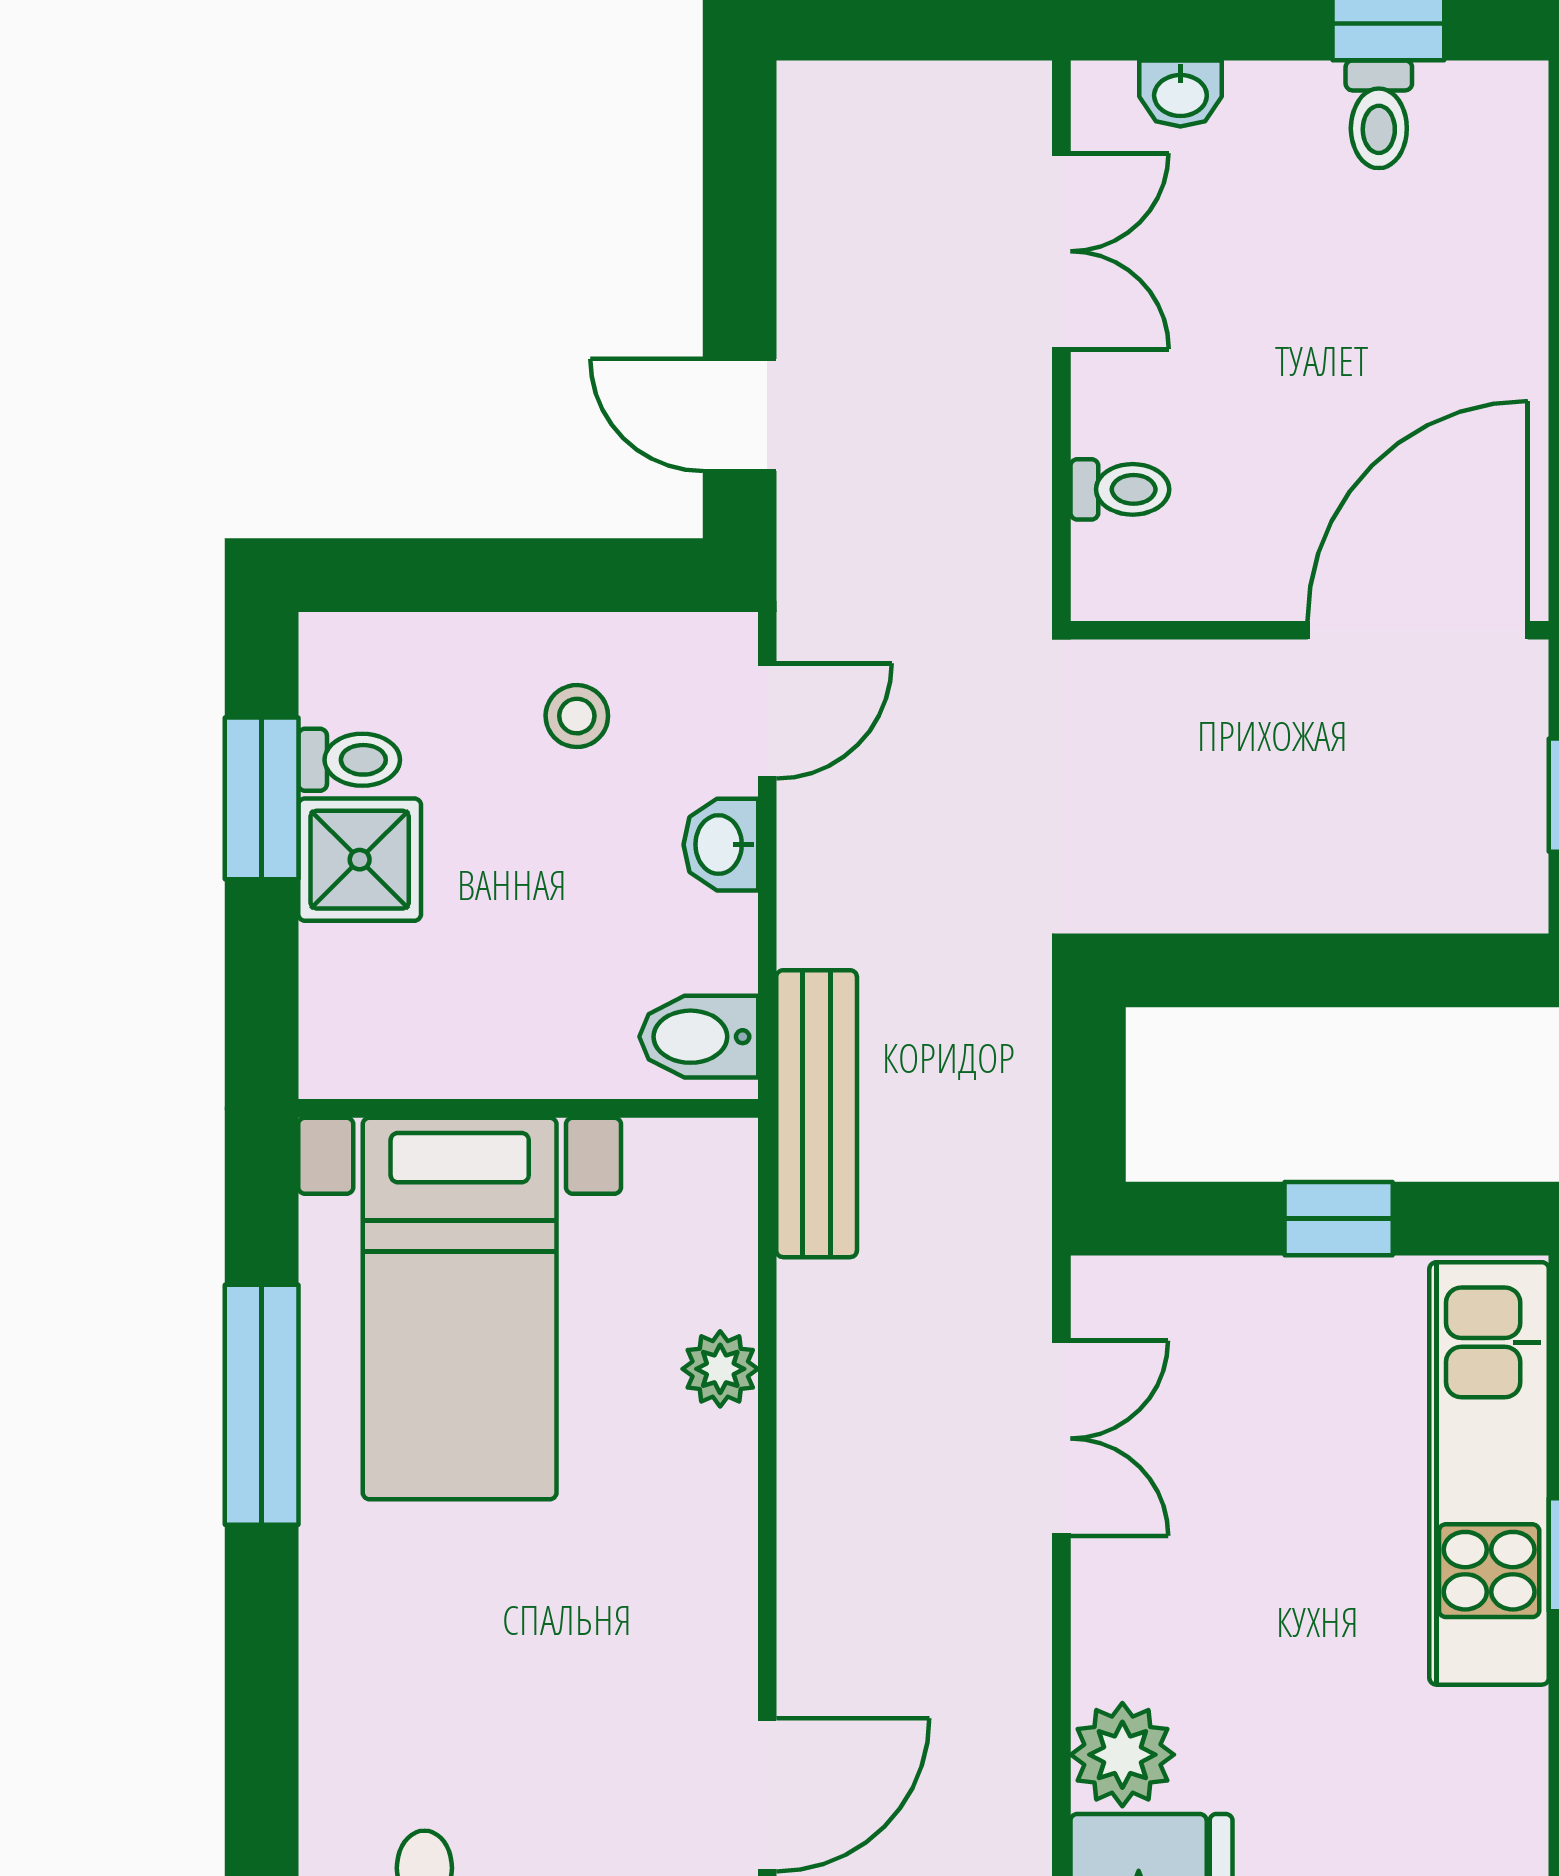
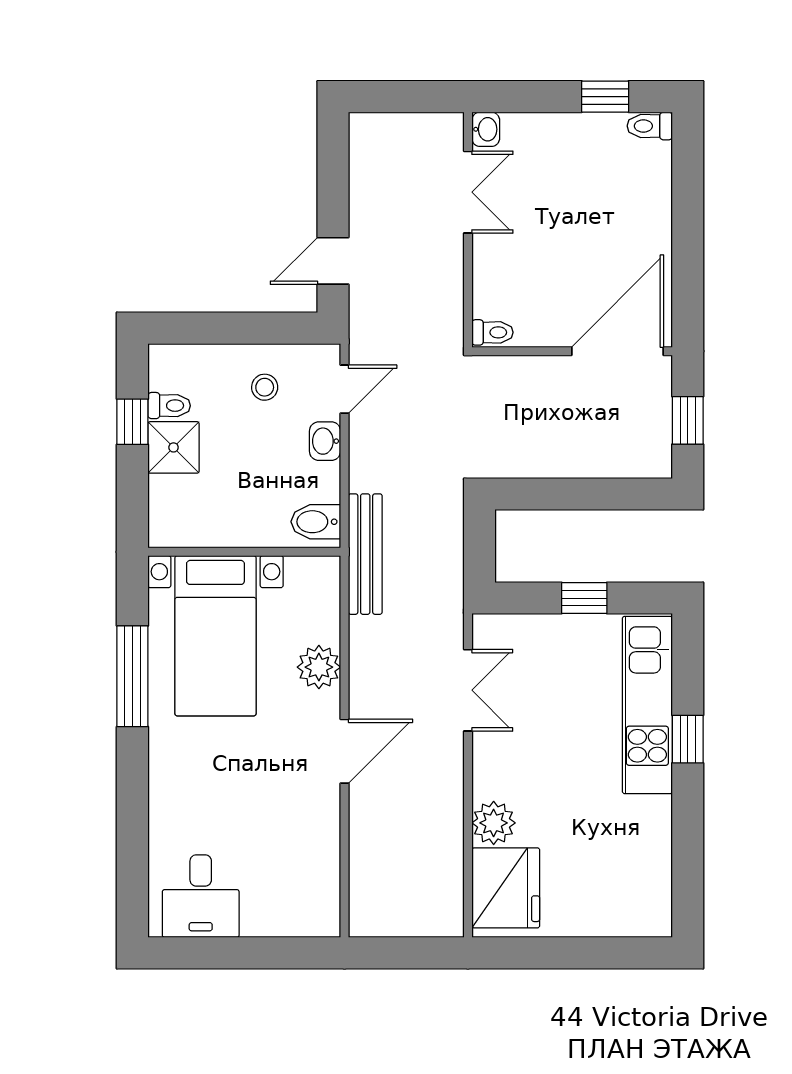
washbasin: (1180, 93) -> (486, 129), moved, turned -90
toilet: (1379, 114) -> (650, 126), moved, turned 90
door: (740, 415) -> (333, 261), hinge flipped
toilet: (1120, 489) -> (492, 332), moved
window: (262, 798) -> (132, 422), width x0.67
plant: (720, 1369) -> (319, 667), width x1.38, depth x1.38
door: (767, 1795) -> (345, 751), moved

